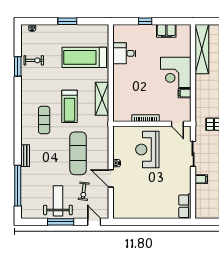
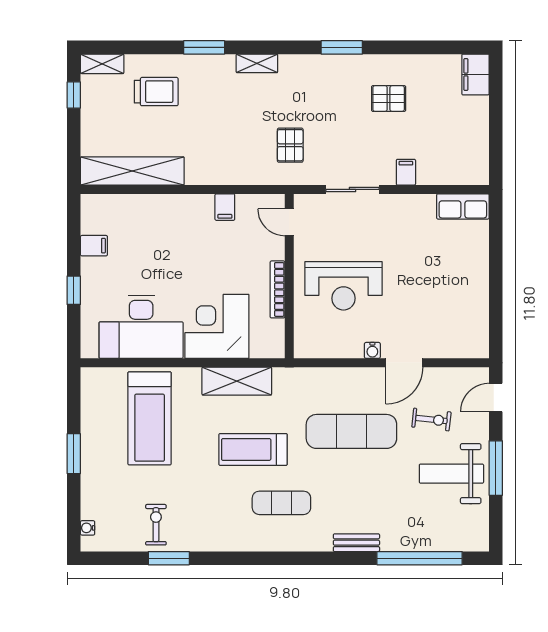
filing cabinet: (166, 31) -> (94, 246), width x0.50
desk: (124, 53) -> (141, 327), width x1.87, depth x1.30
corner desk: (176, 72) -> (217, 326), moved, turned 180
treadmill: (69, 106) -> (253, 449), turned 180
door: (177, 124) -> (289, 222), swing flipped

